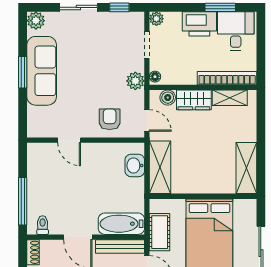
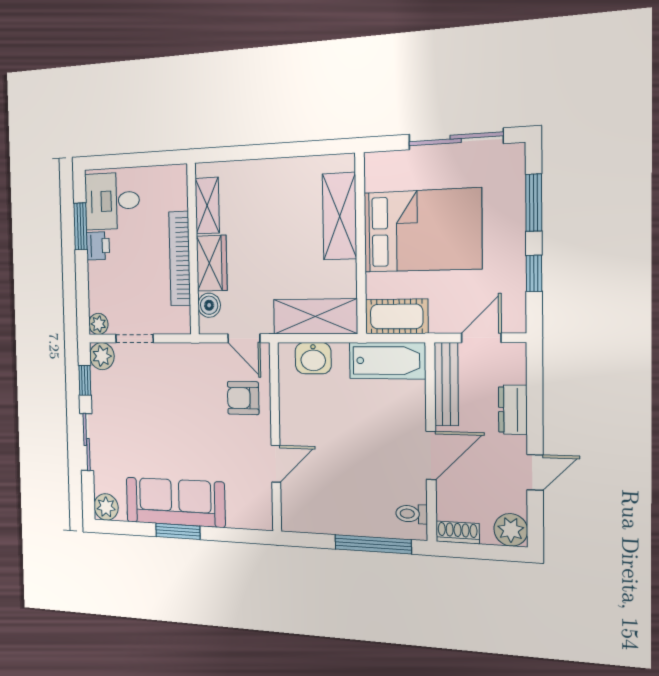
printer: (199, 24) -> (98, 246), width x0.53, depth x0.68
floor lamp: (155, 77) -> (179, 326), removed
bookcase: (227, 78) -> (180, 259), moved
plant: (135, 81) -> (102, 356), moved
door: (147, 121) -> (244, 338), swing flipped
shelving: (246, 168) -> (340, 216), moved, turned 90
bathtub: (121, 224) -> (387, 361), moved, turned -90
cot: (160, 232) -> (397, 316), moved

